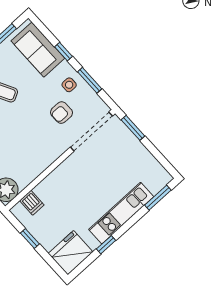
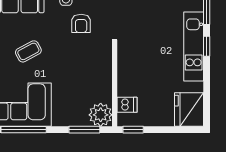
window: (30, 238) -> (133, 130), moved
window: (106, 245) -> (207, 46), moved

